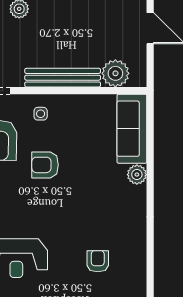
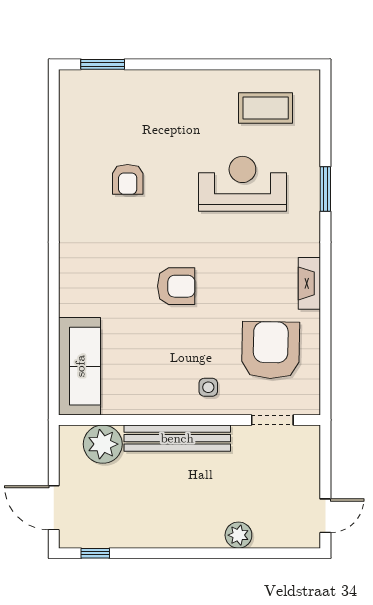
armchair: (45, 165) -> (176, 286), moved
plant: (137, 175) -> (73, 302), removed

